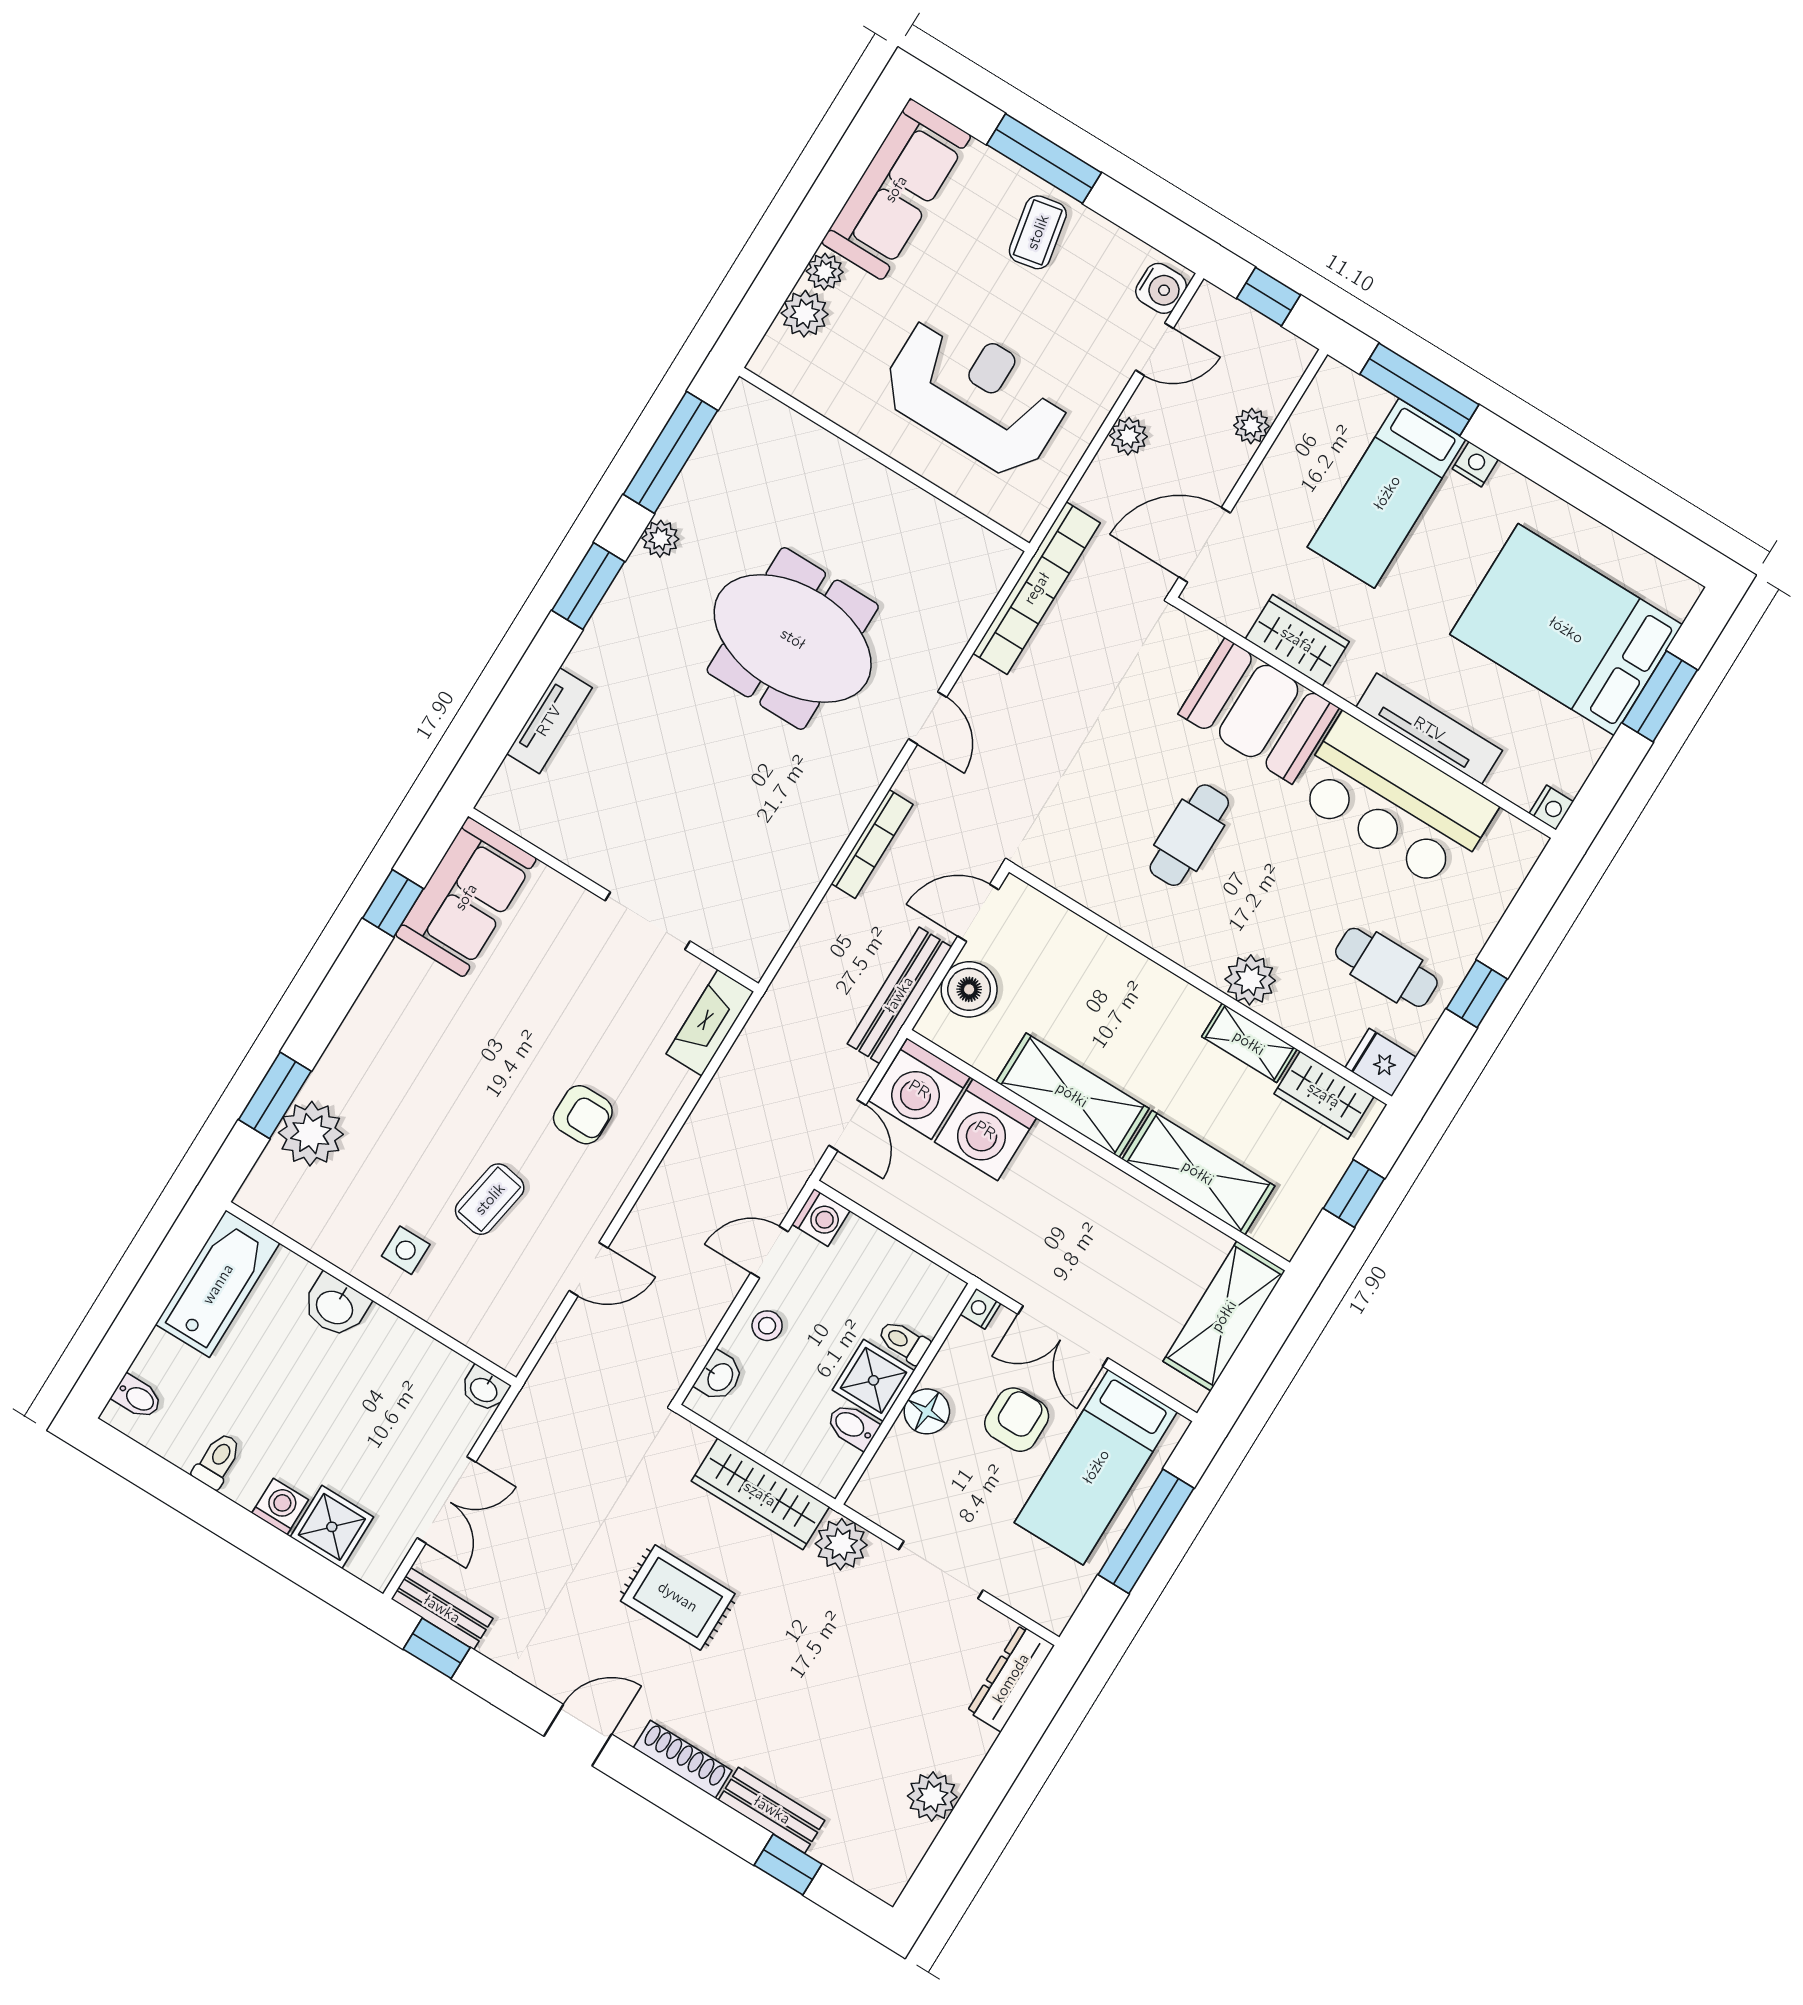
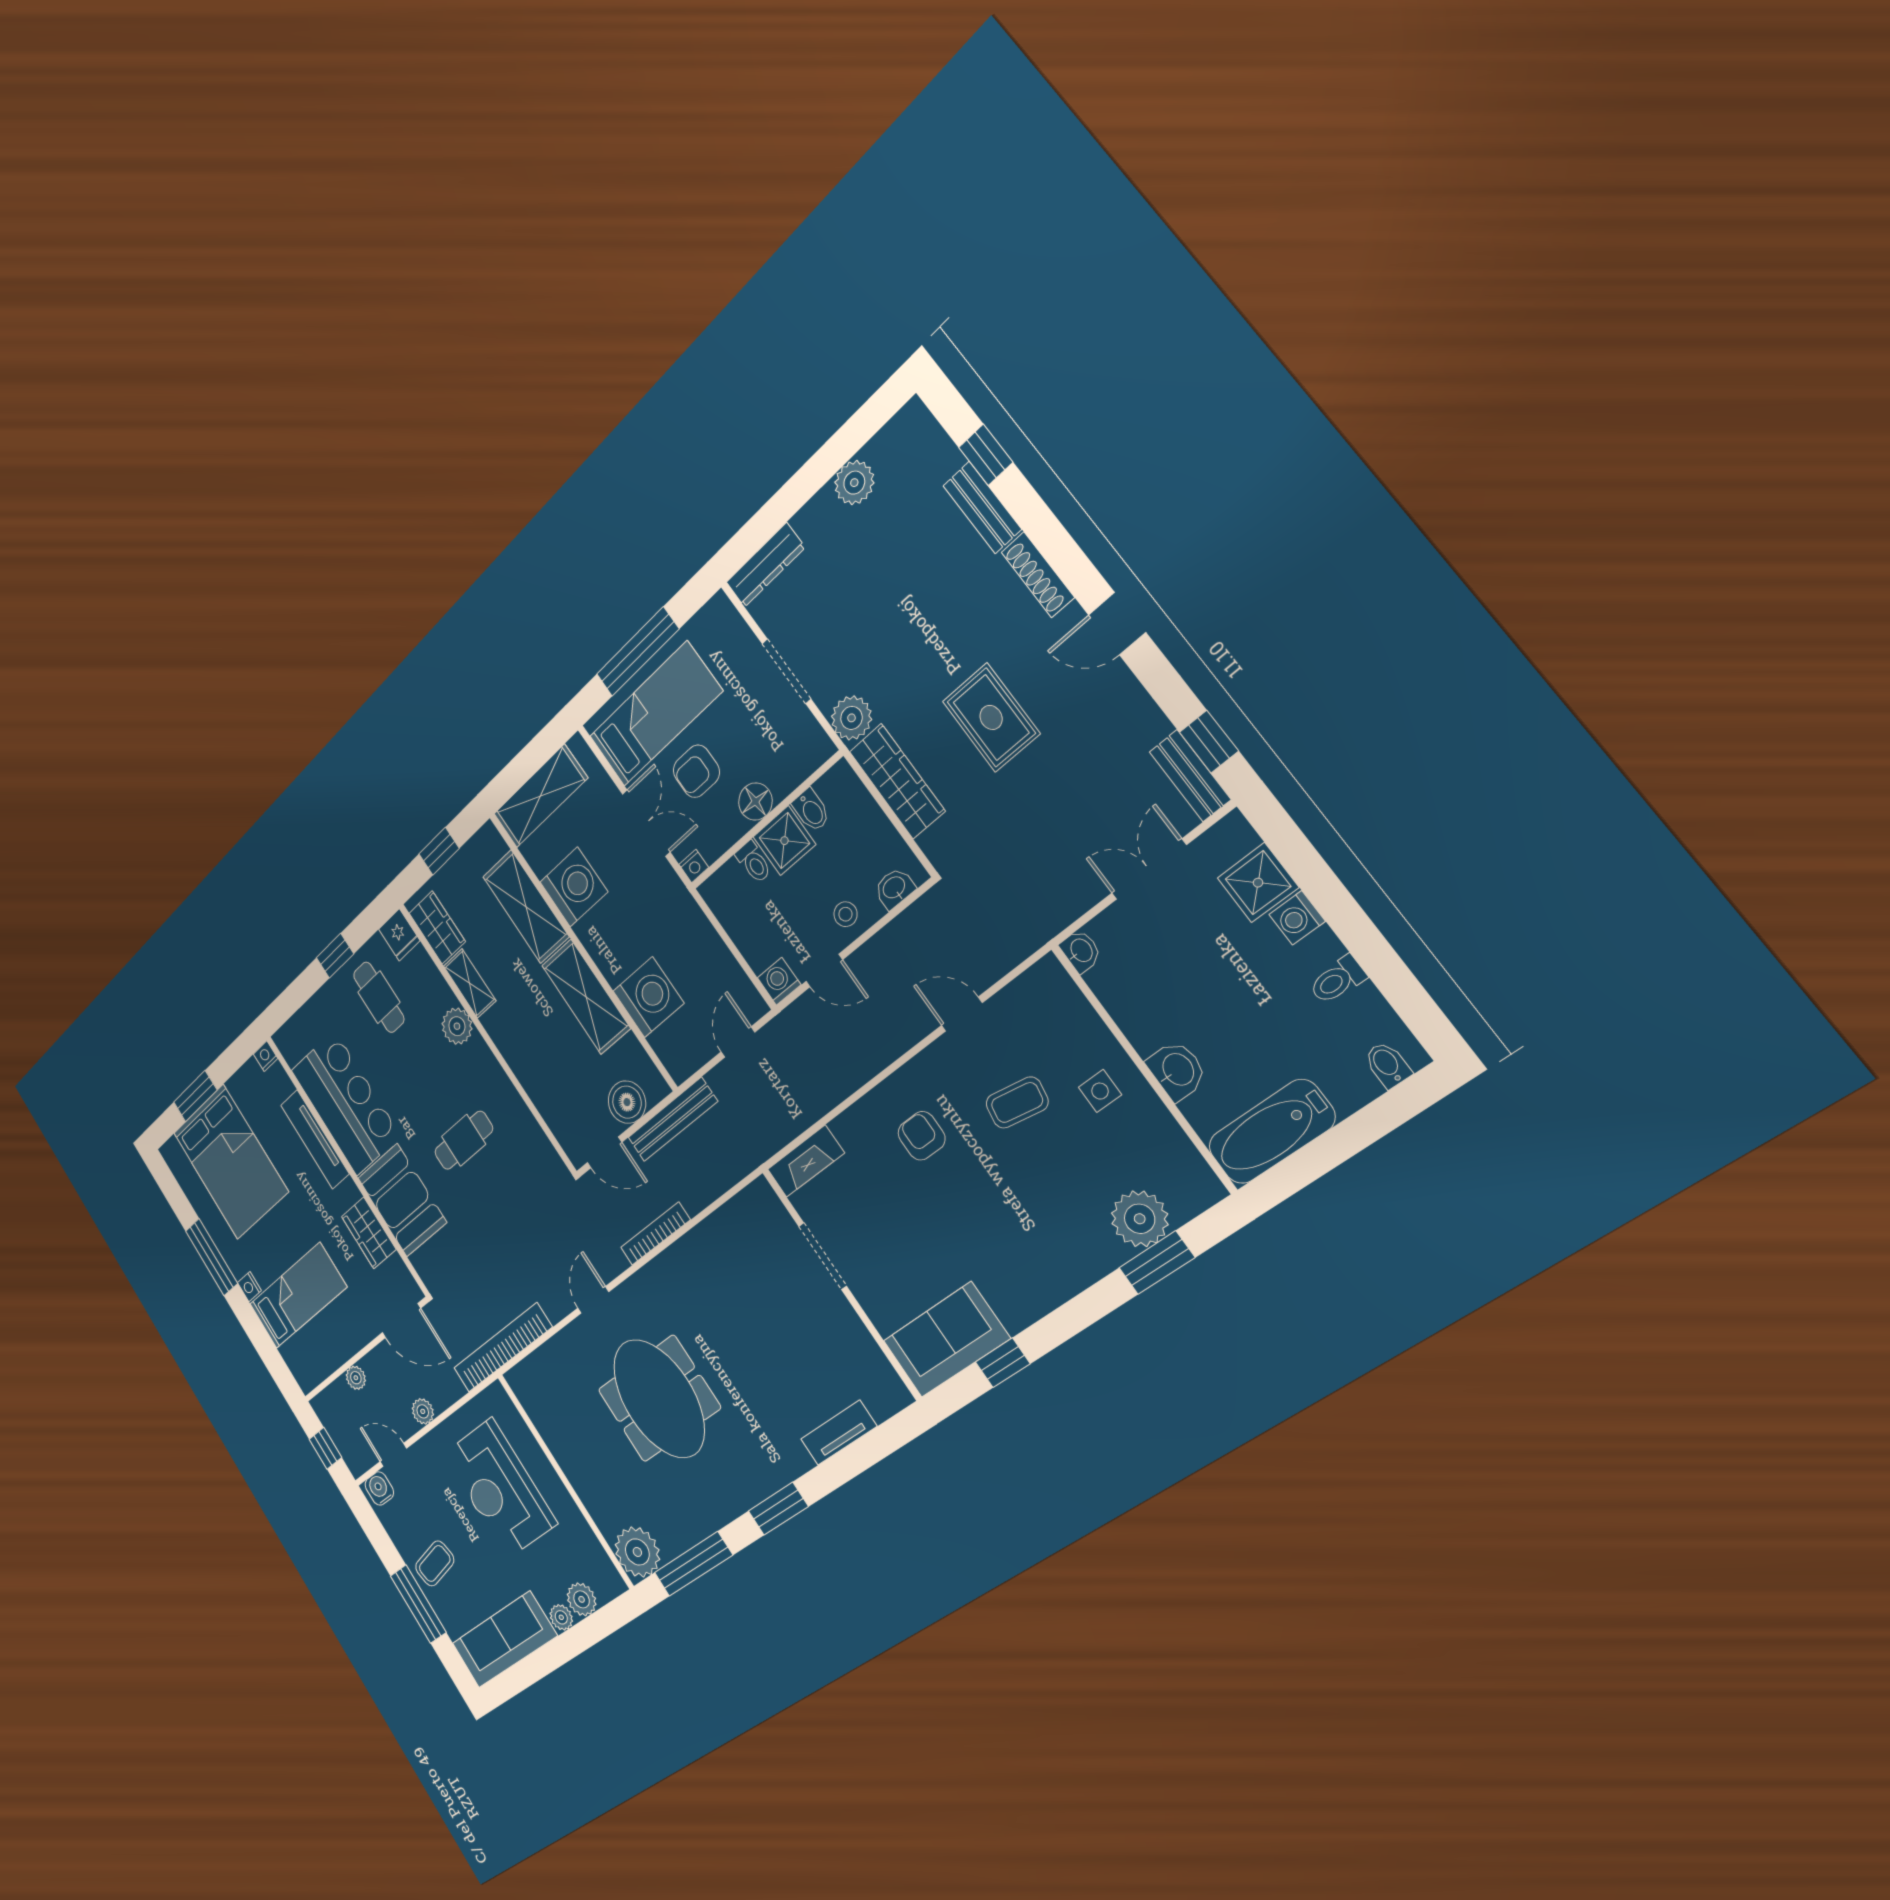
window: (1419, 389) -> (212, 1257), moved
plant: (660, 539) -> (637, 1552), moved, width x1.88, depth x1.88
washing machine: (919, 1089) -> (574, 887), moved

